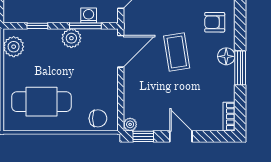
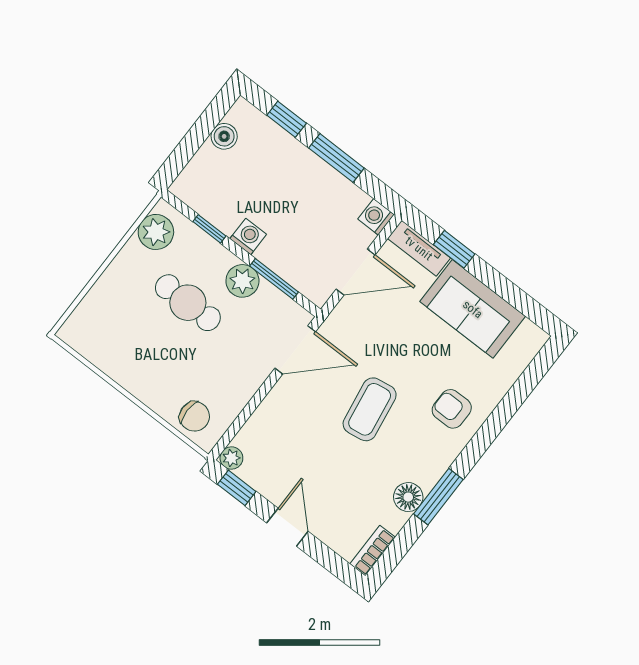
washing machine: (89, 15) -> (248, 236), moved
floor lamp: (226, 56) -> (408, 497), moved
cafe table: (41, 102) -> (188, 303), moved, width x0.73, depth x0.74

